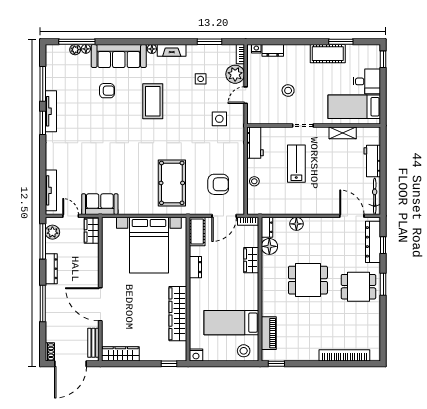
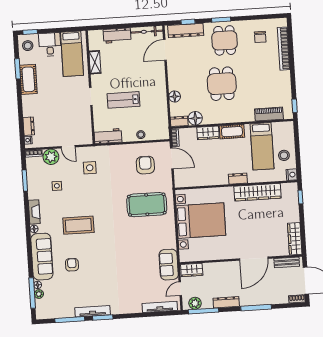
stool: (288, 91) -> (28, 46), moved
cot: (197, 232) -> (232, 132), moved
dresser: (195, 267) -> (238, 179), moved
chair: (360, 329) -> (260, 37), added
stool: (244, 351) -> (284, 155), moved

